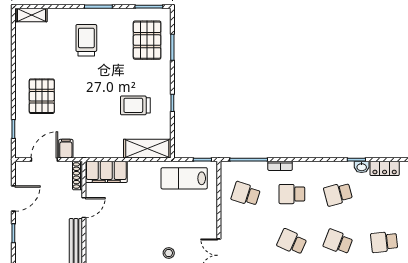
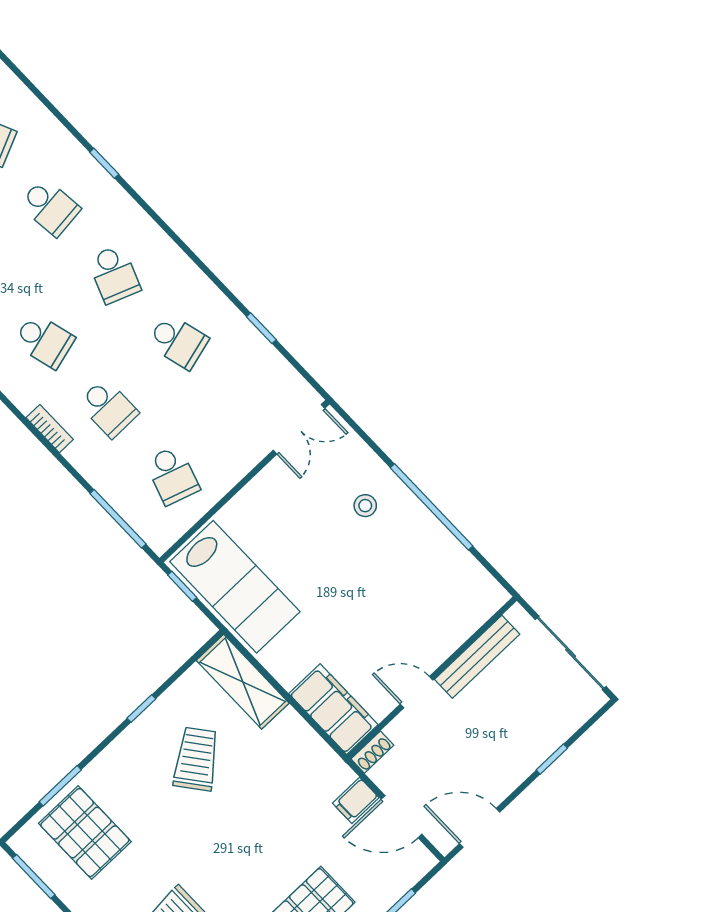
pallet: (147, 40) -> (85, 833), turned 90
trolley: (135, 105) -> (196, 759), turned -128
bookcase: (280, 166) -> (50, 429), moved
shoe rack: (78, 175) -> (372, 752), width x0.70
lab bench: (184, 178) -> (235, 587), width x1.36, depth x1.39
door: (13, 198) -> (480, 828), moved
school desk: (292, 242) -> (178, 341), turned -39

